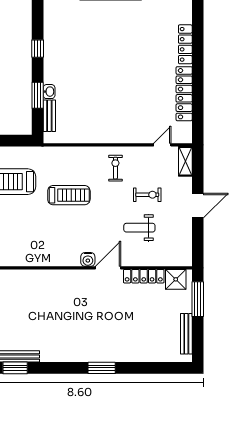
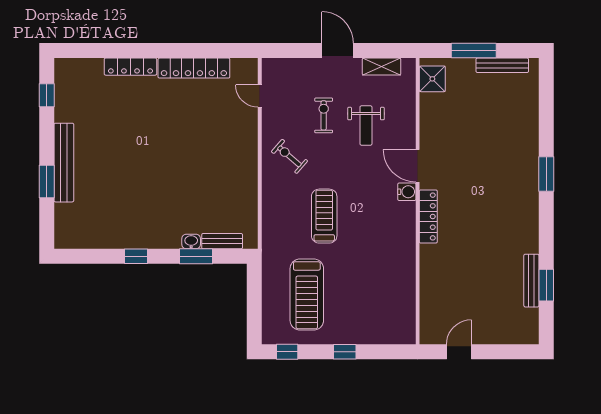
shelving: (185, 161) -> (381, 67), moved
exercise bike: (115, 168) -> (289, 156), turned 41
locker: (144, 276) -> (428, 217), moved
window: (198, 299) -> (474, 51), moved

